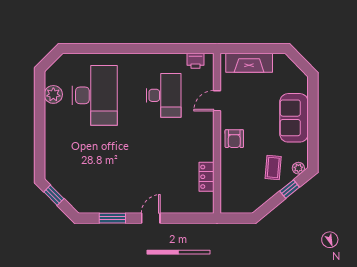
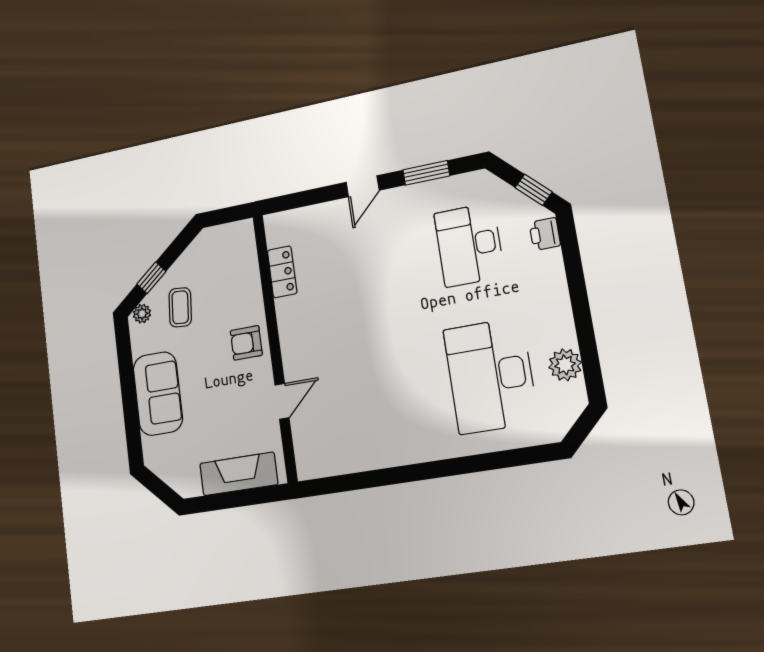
printer: (196, 61) -> (545, 234), moved, turned -90
desk: (164, 95) -> (469, 245), moved
armchair: (234, 139) -> (246, 343), turned -90

